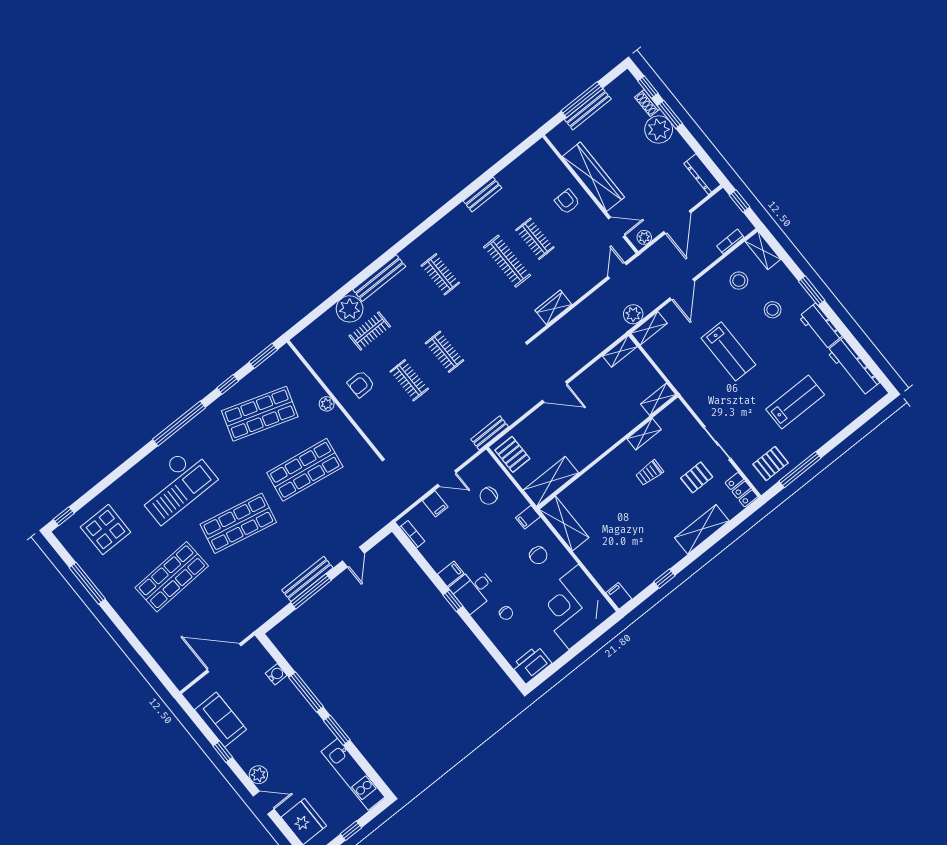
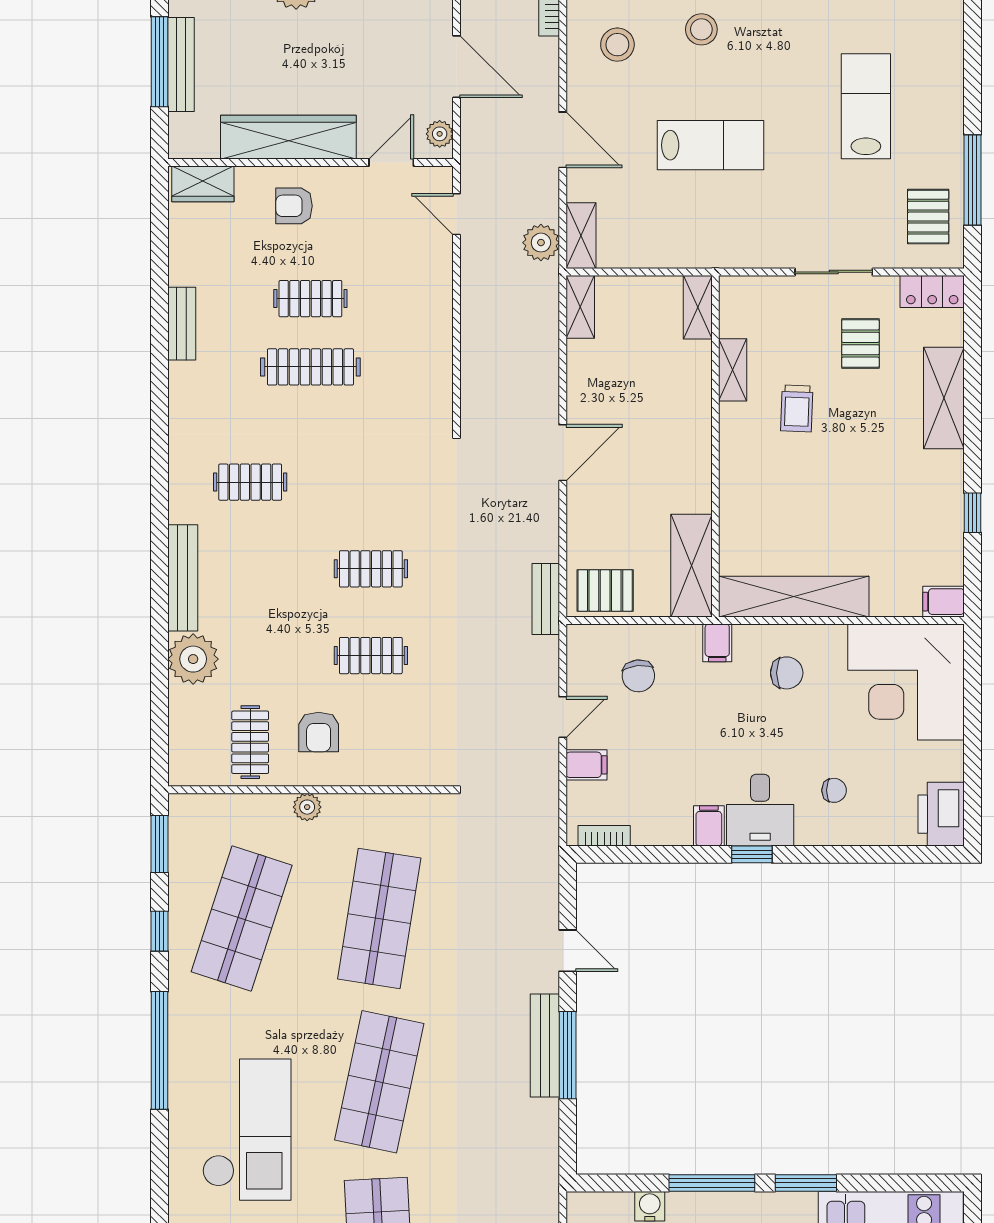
wardrobe: (553, 307) -> (203, 184), moved, turned -90
clothes rail: (370, 331) -> (250, 742), moved
shelving: (564, 524) -> (794, 597), width x1.47

